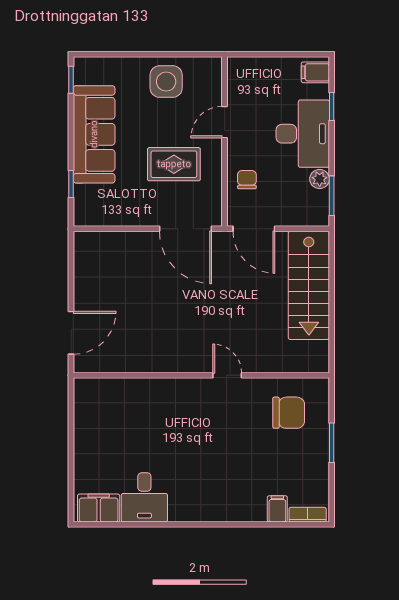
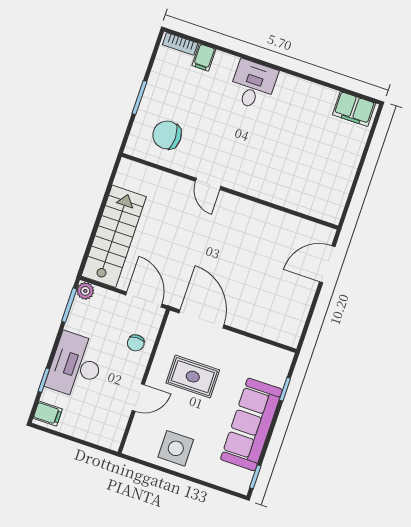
plant: (320, 179) -> (85, 291), moved
desk: (144, 497) -> (253, 85), moved

